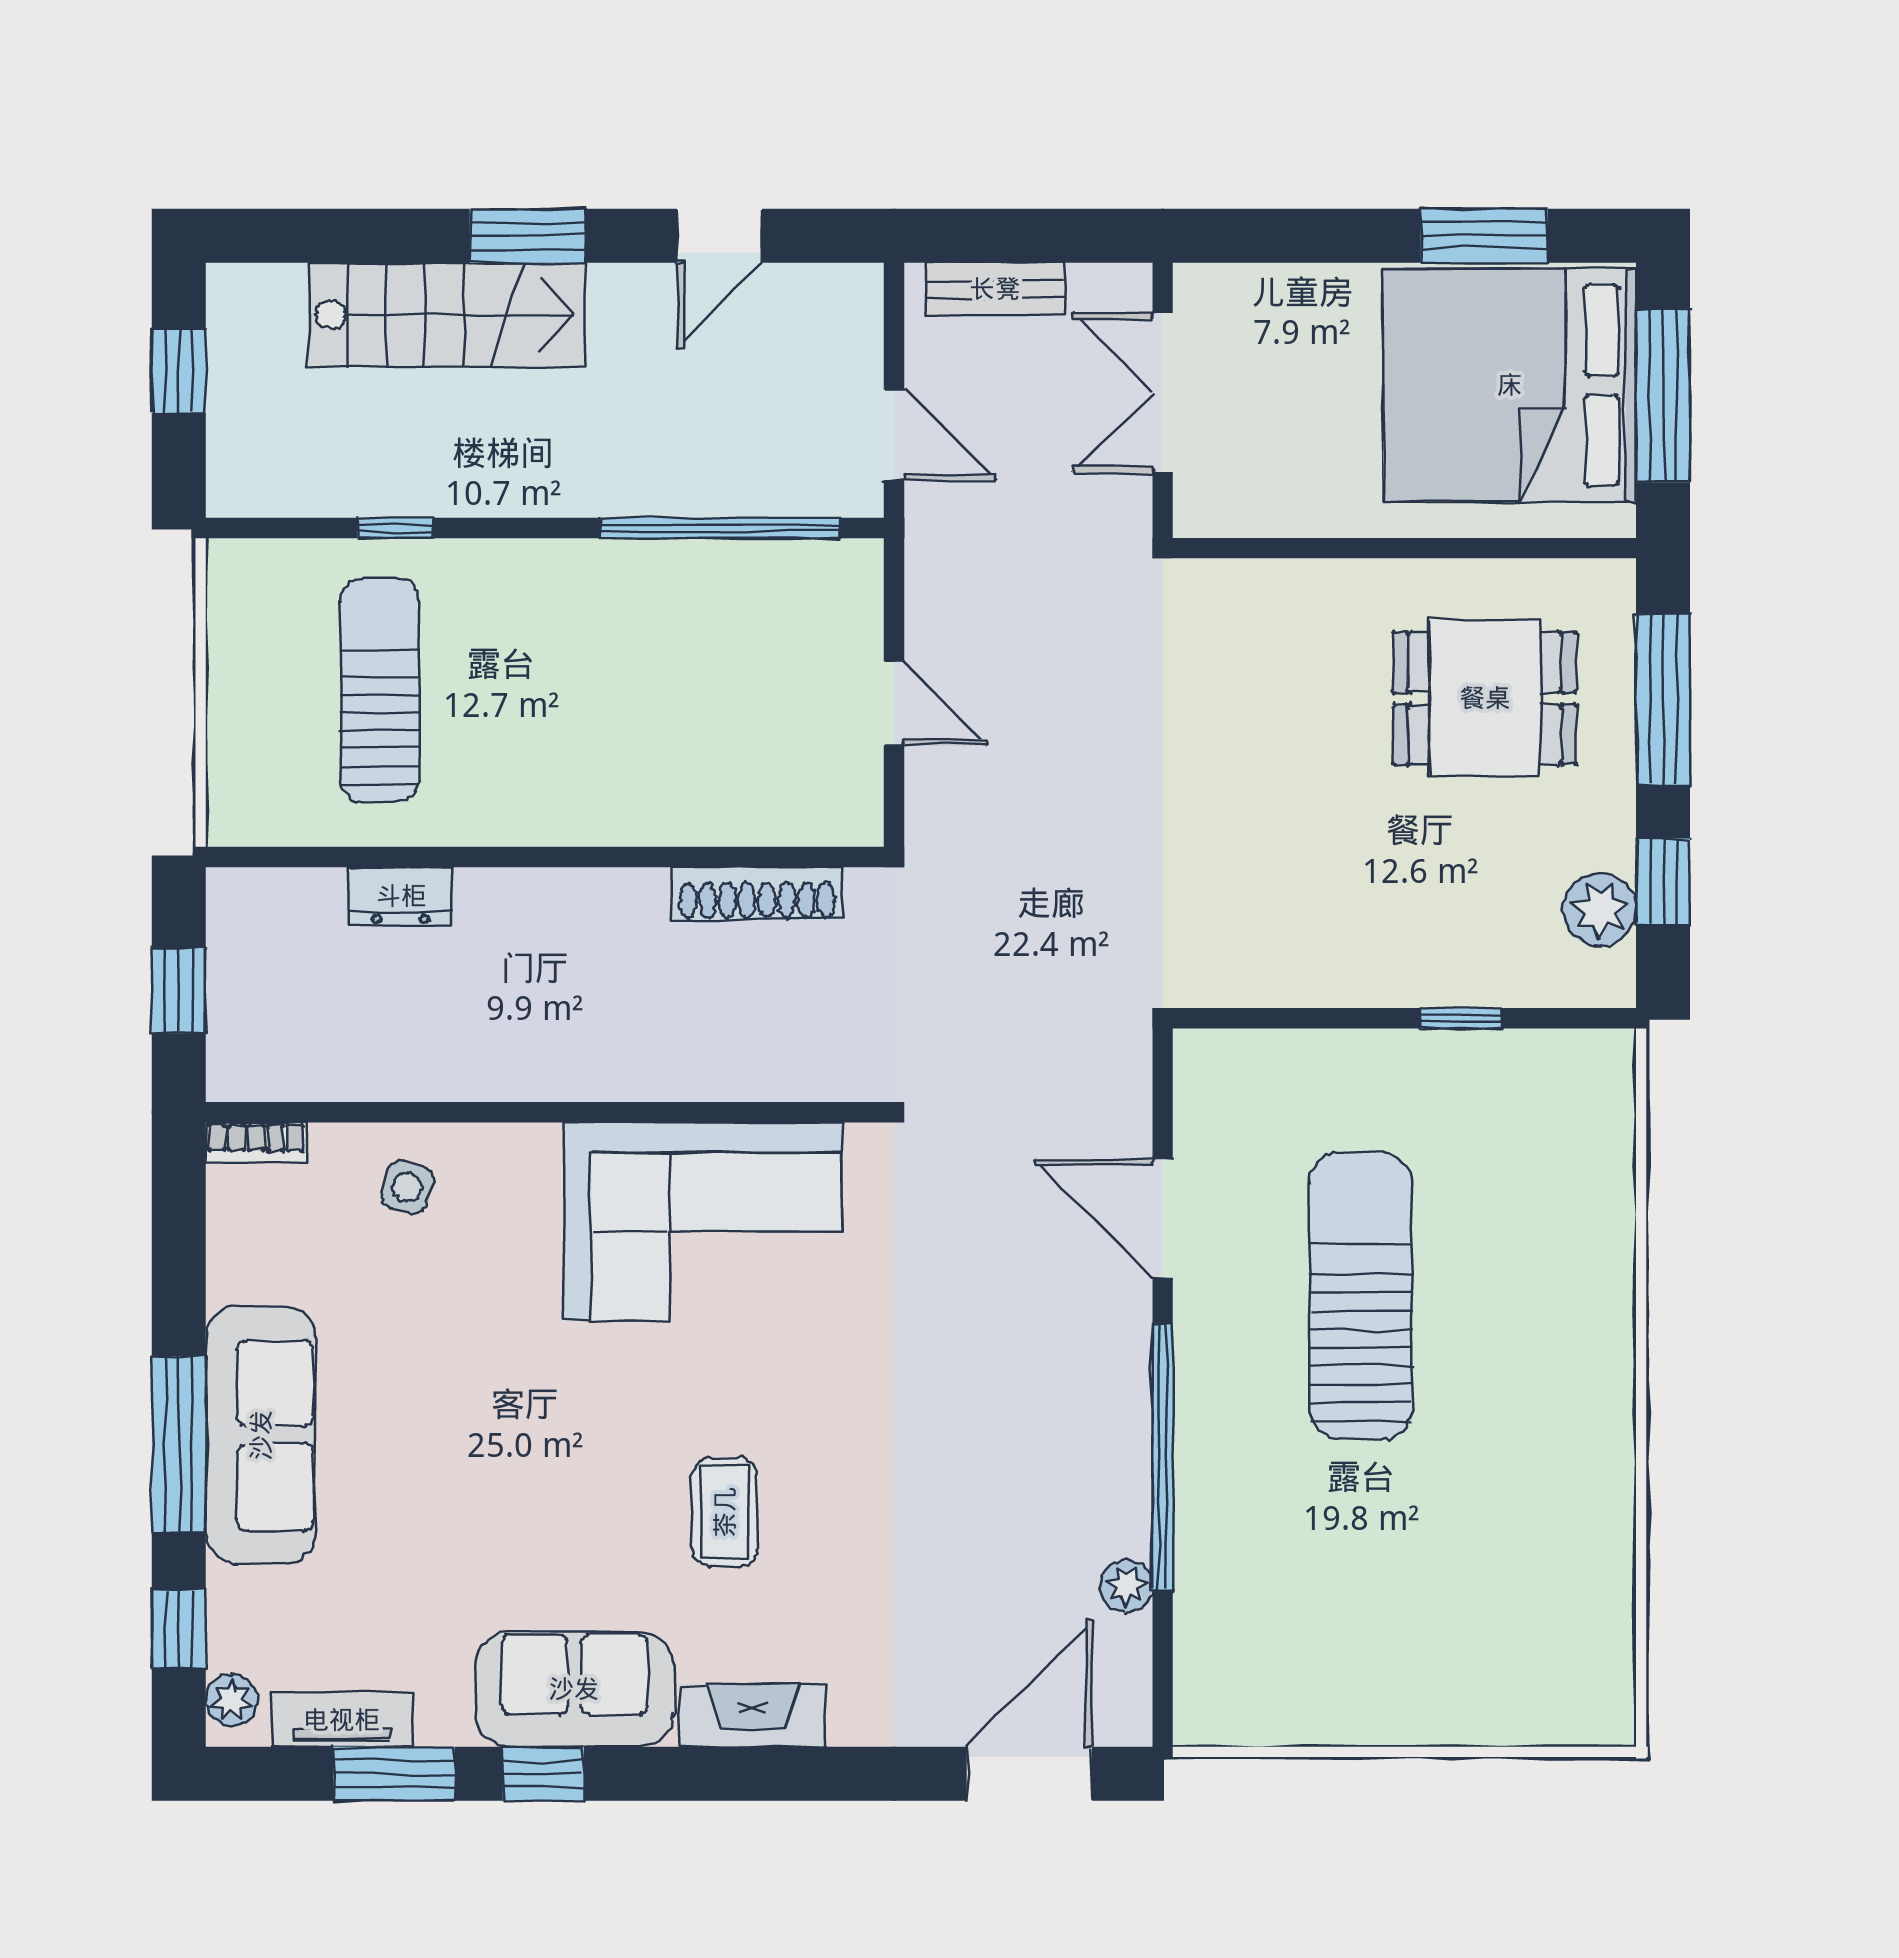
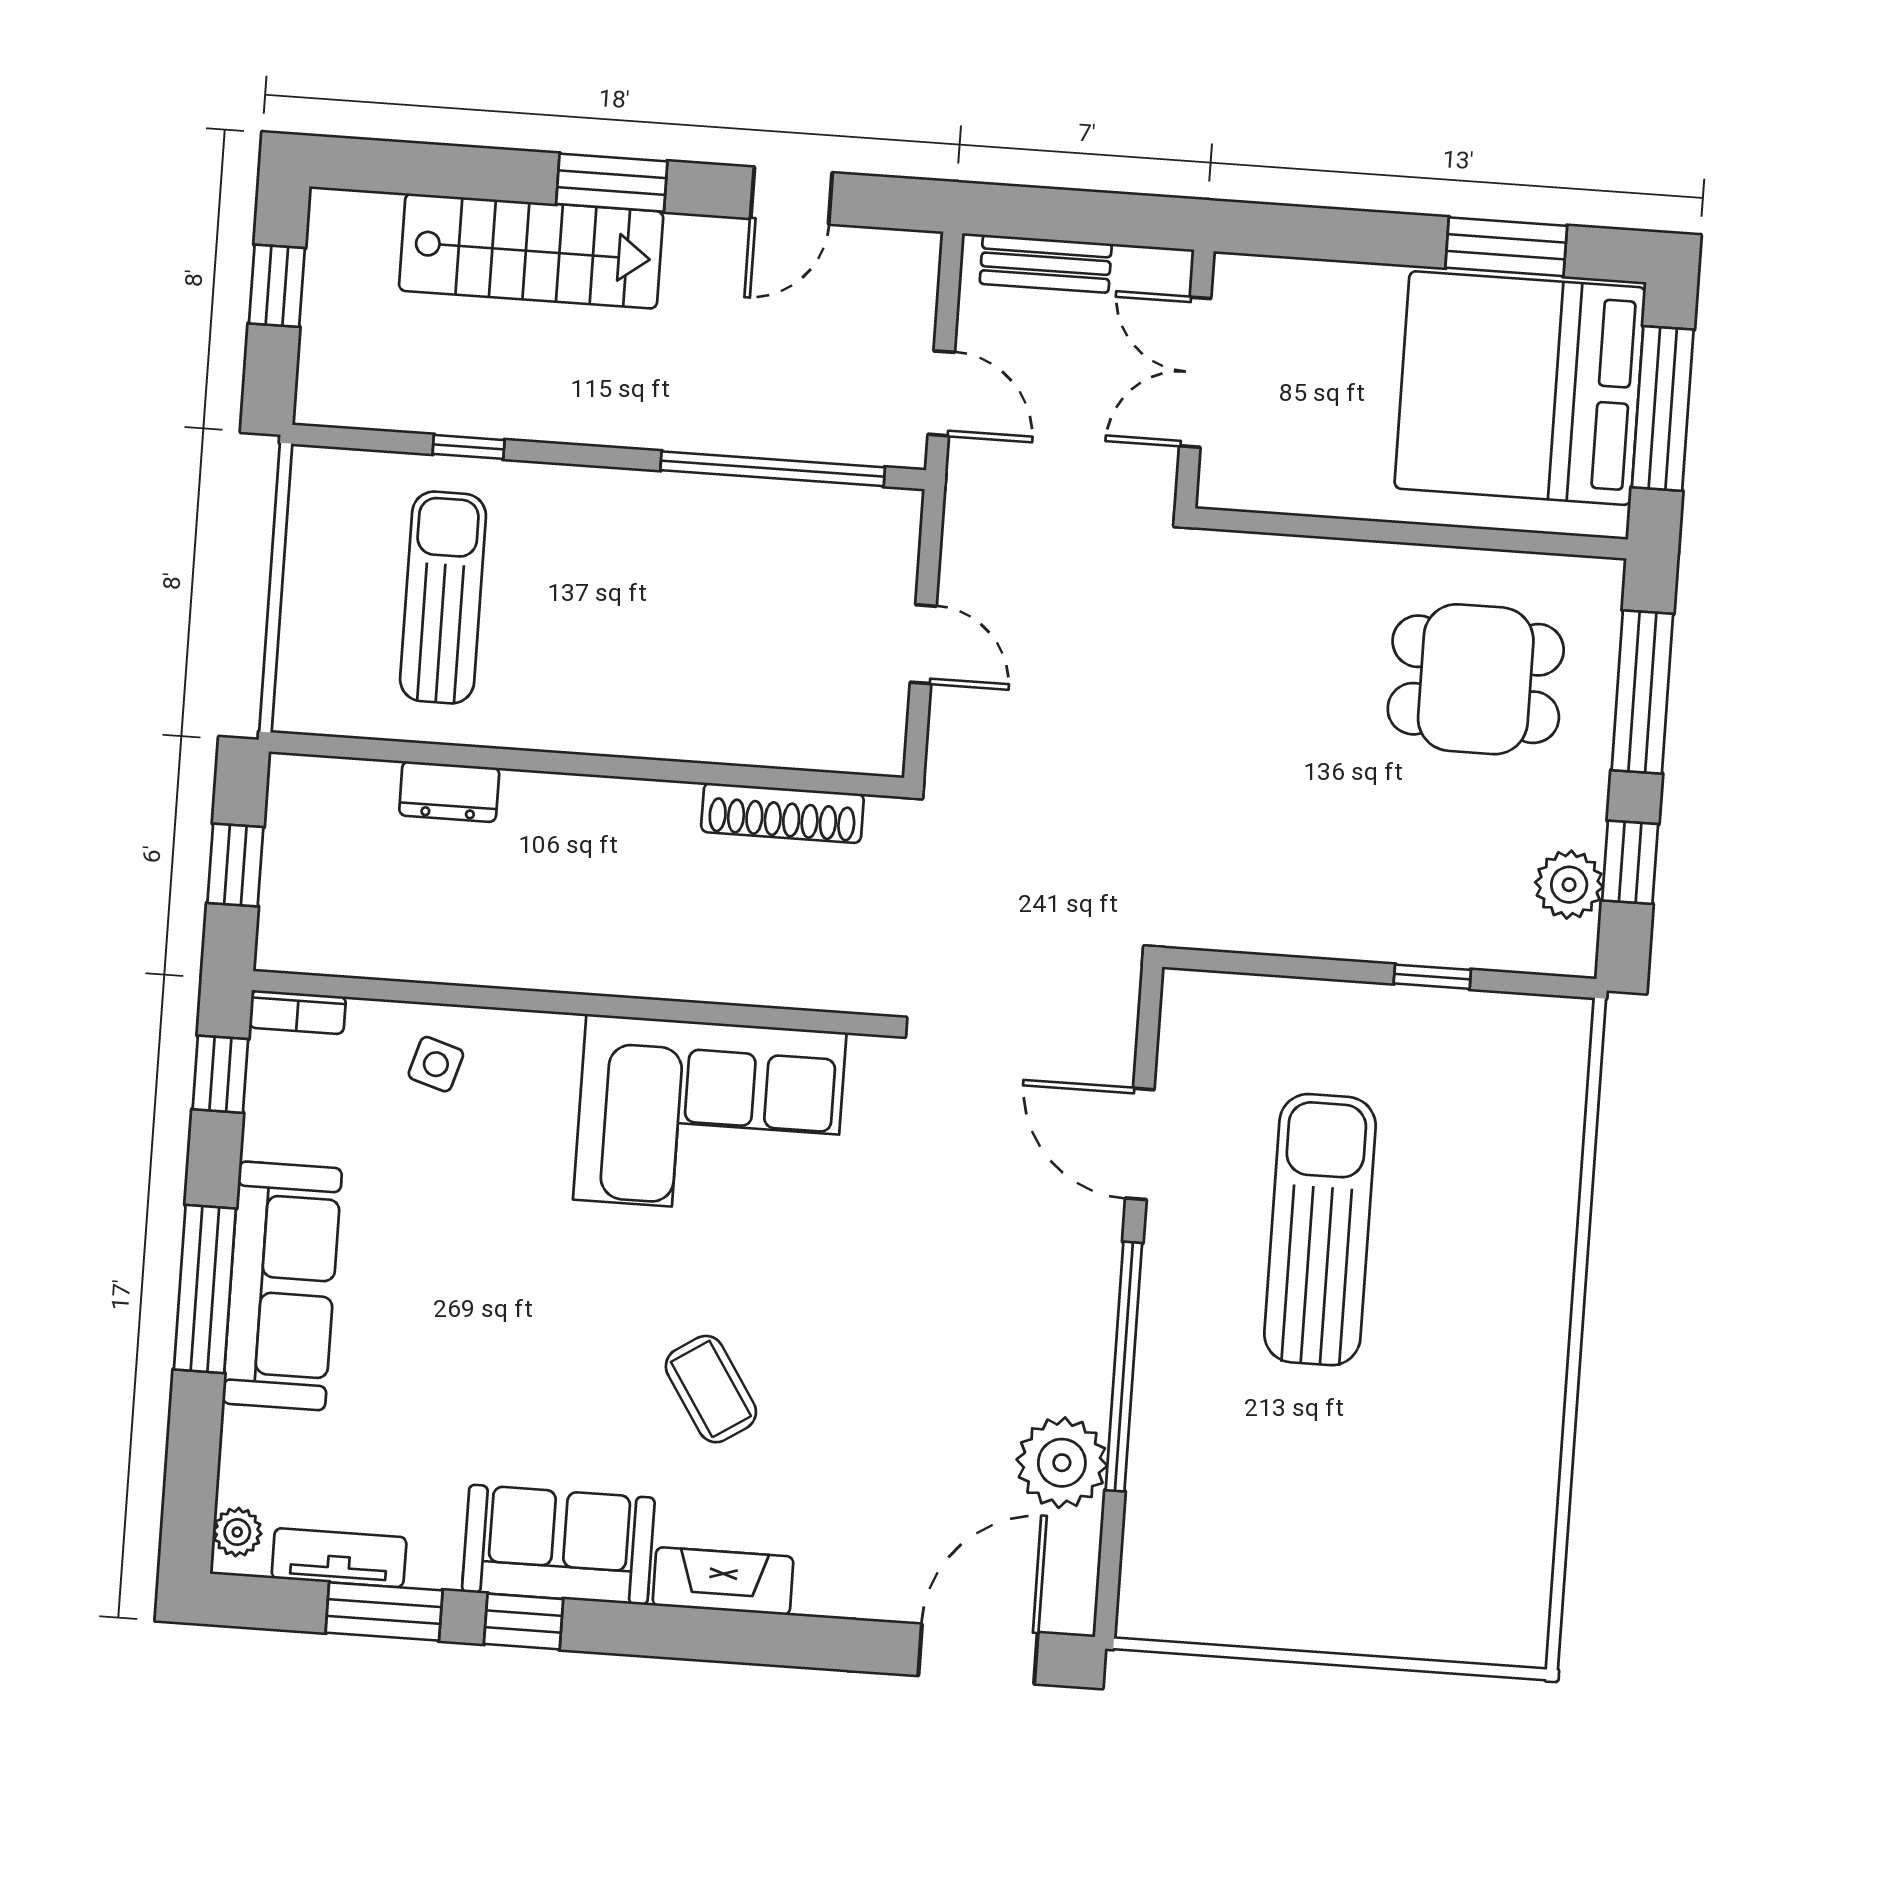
coffee table: (725, 1512) -> (711, 1389), turned -33
plant: (1127, 1586) -> (1062, 1463), width x1.87, depth x1.87
window: (179, 1629) -> (220, 1074), moved

